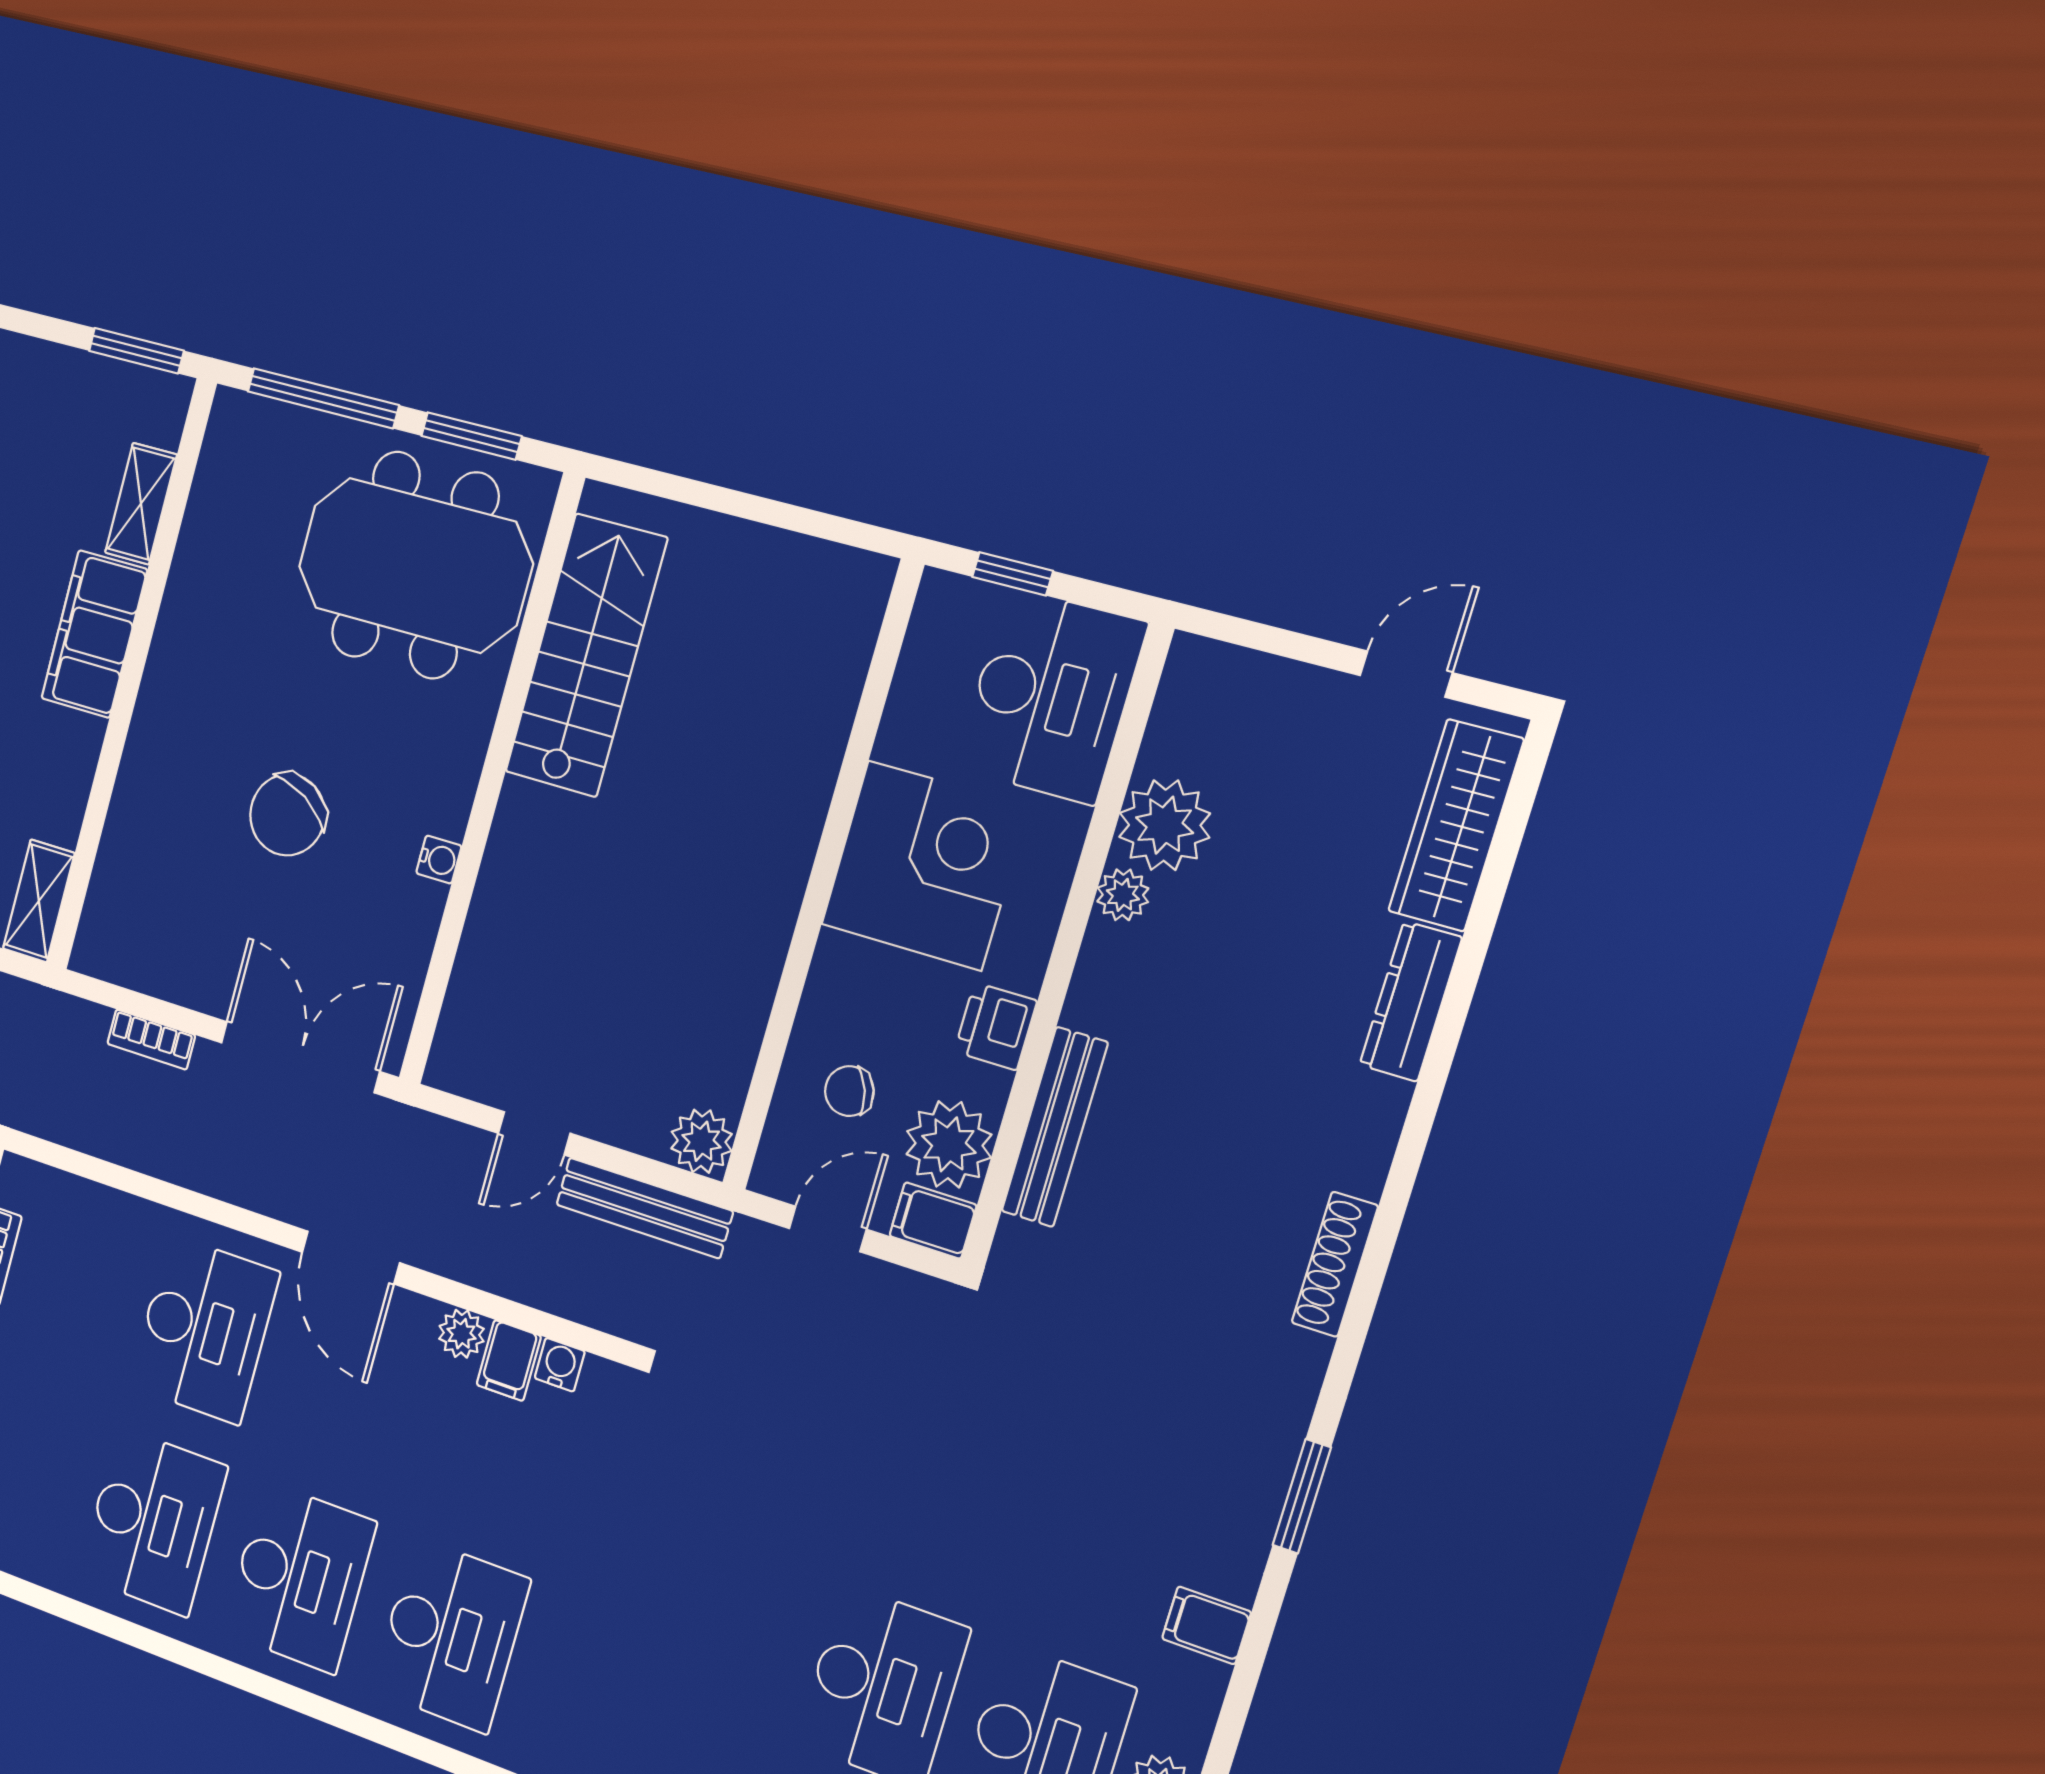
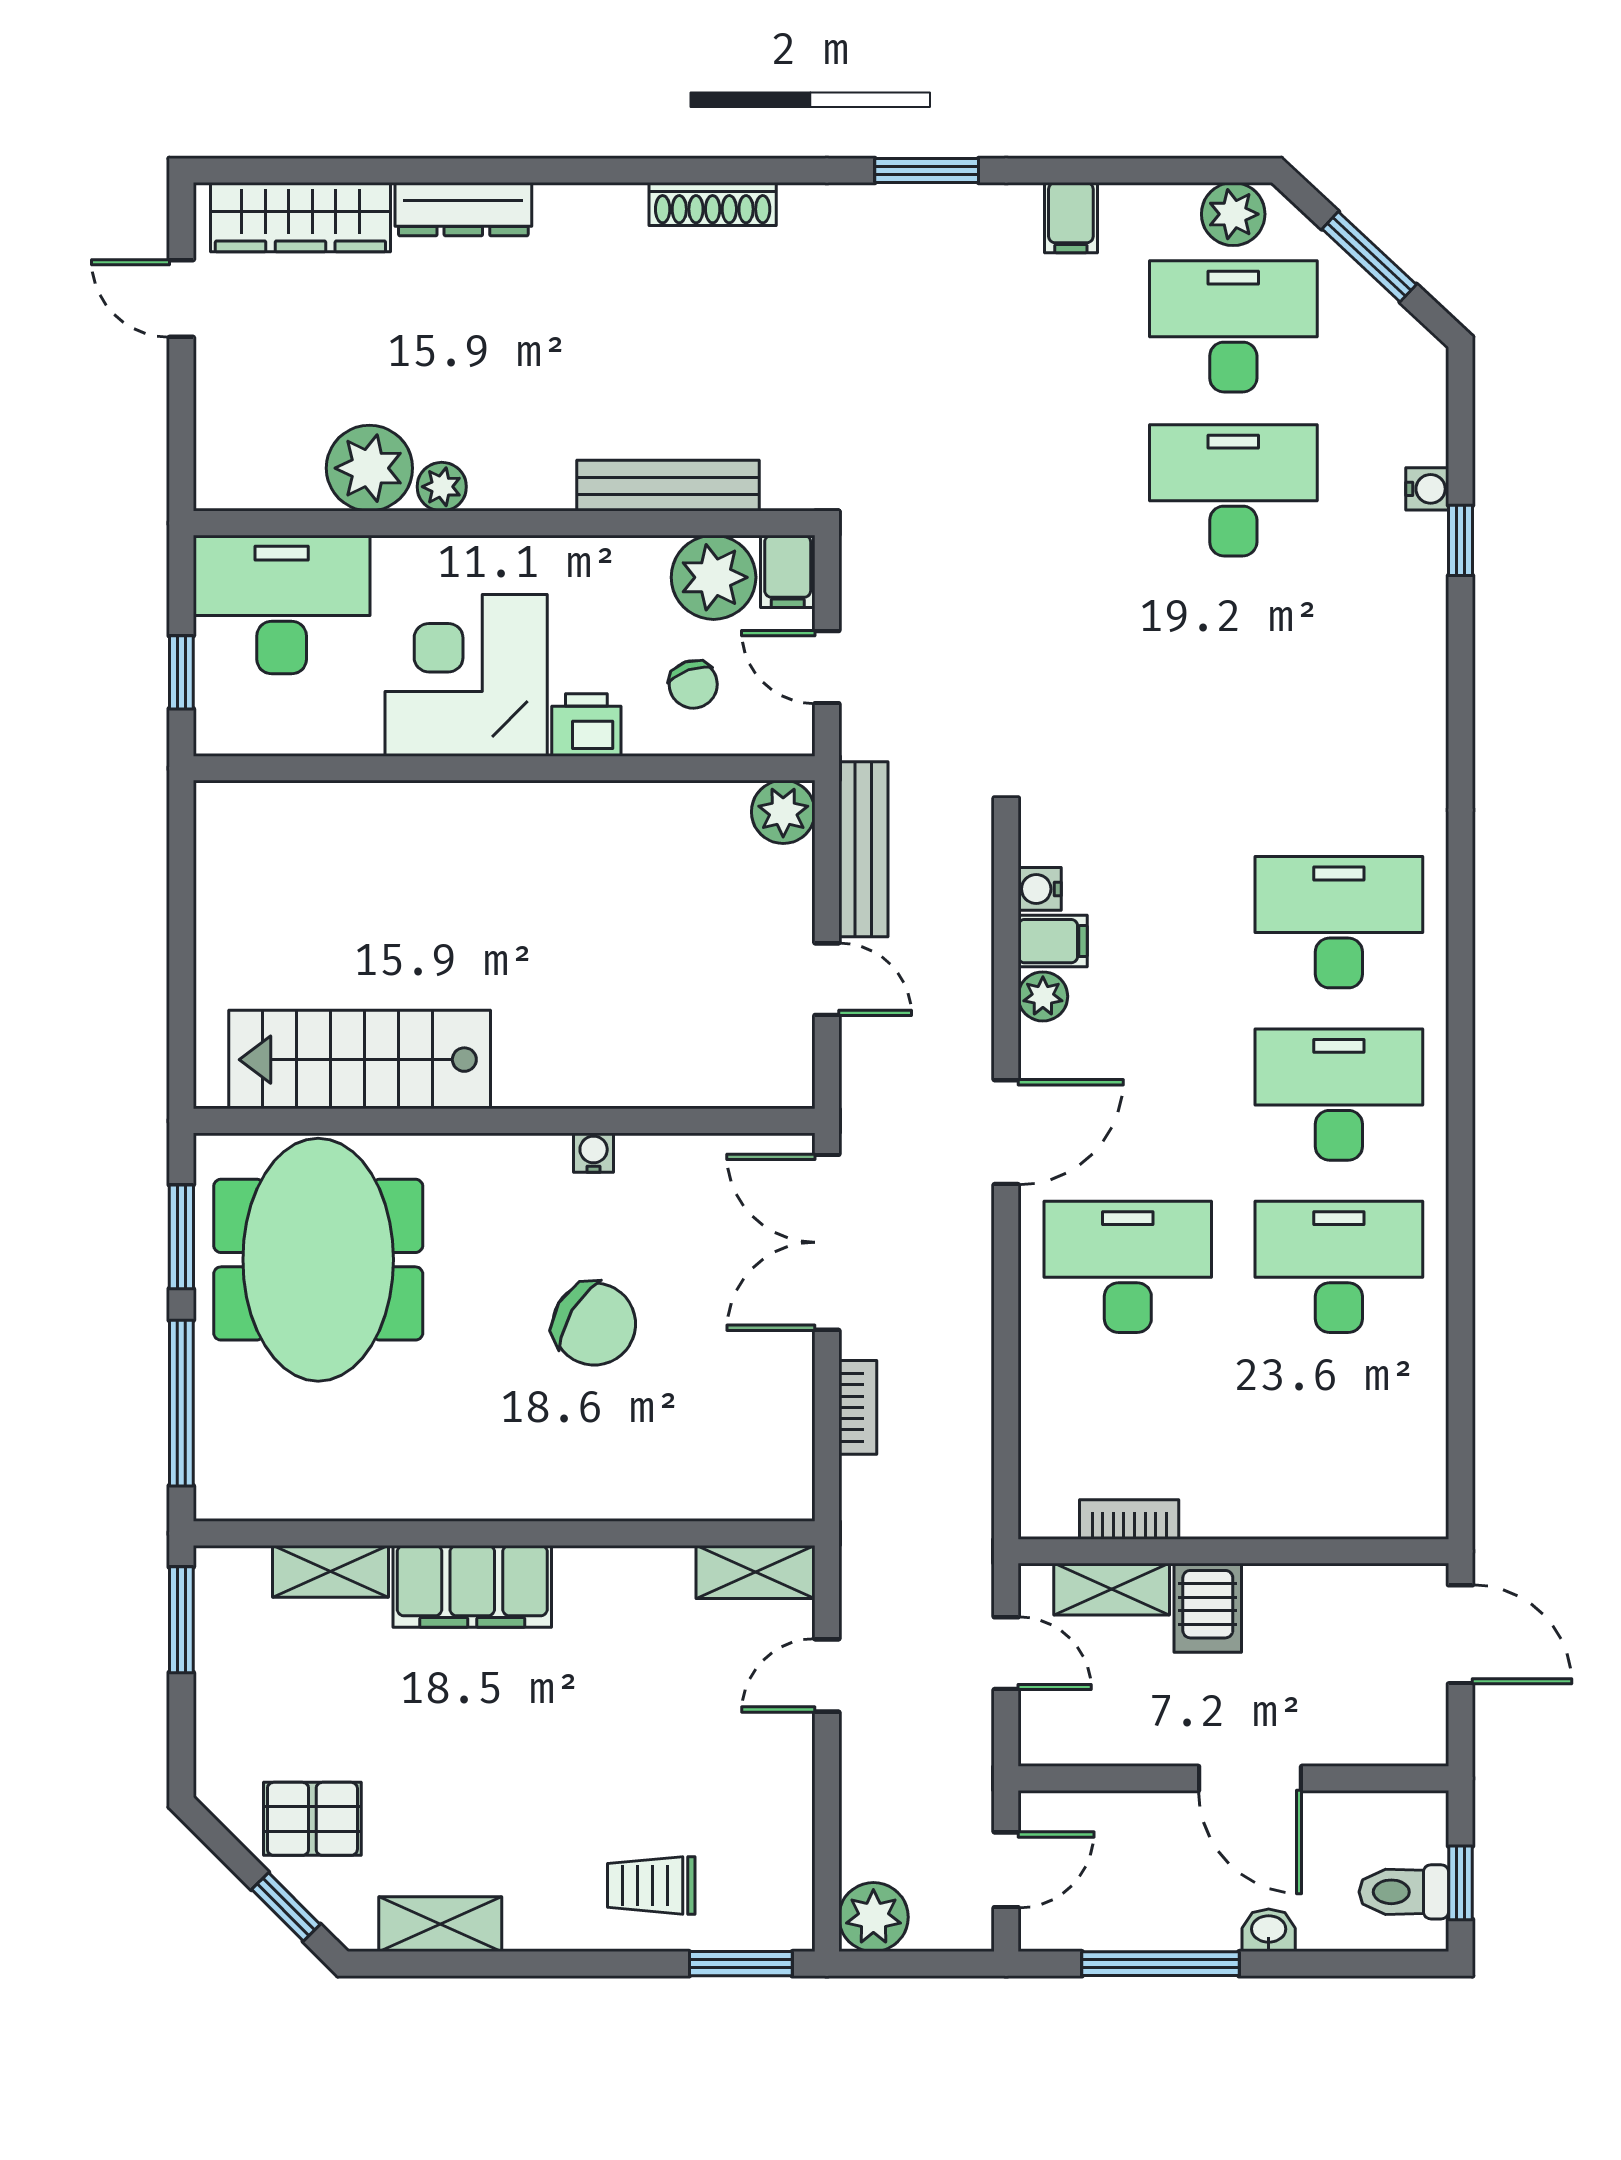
printer: (996, 1026) -> (586, 725), moved, turned 180

